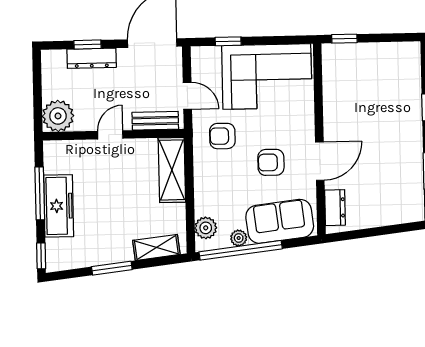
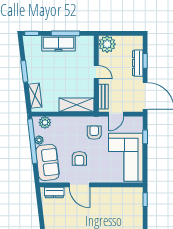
armchair: (271, 162) -> (79, 158), turned 180

